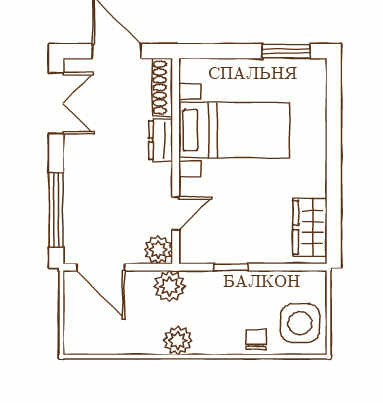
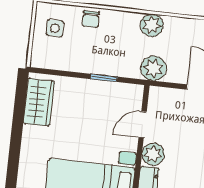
plant: (158, 250) -> (153, 154), moved
side table: (300, 323) -> (55, 28), width x0.54, depth x0.54

